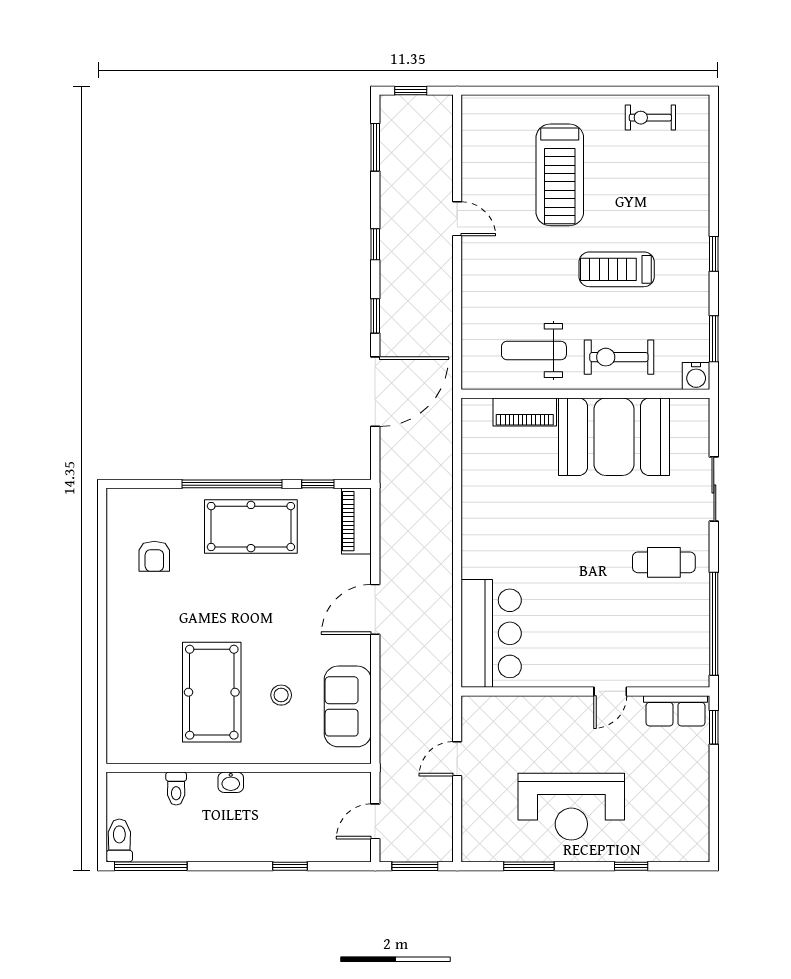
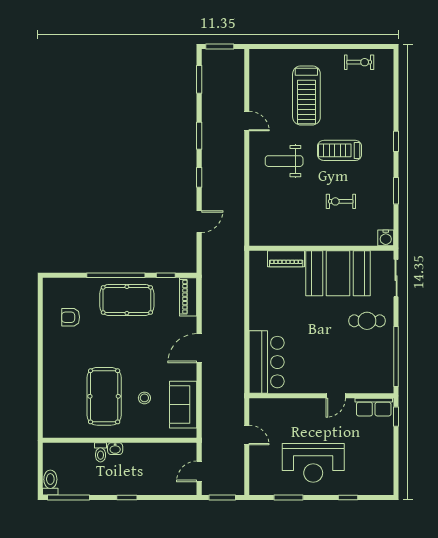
window: (411, 91) -> (220, 46), width x1.50
exercise bike: (650, 118) -> (359, 62), turned 180
window: (375, 244) -> (199, 136), width x1.50
weight bench: (534, 350) -> (284, 161), moved
exercise bike: (619, 357) -> (341, 201), width x0.73, depth x0.72
water cooler: (696, 376) -> (386, 238), moved
door: (375, 392) -> (199, 222), width x0.53
wall: (585, 394) -> (321, 248), moved
piano: (525, 412) -> (286, 259), moved
booth: (614, 437) -> (338, 273), moved
armchair: (154, 556) -> (71, 317), turned 90
door: (457, 759) -> (247, 435), swing flipped
toilet: (176, 789) -> (101, 452), moved
window: (290, 866) -> (127, 497), moved

